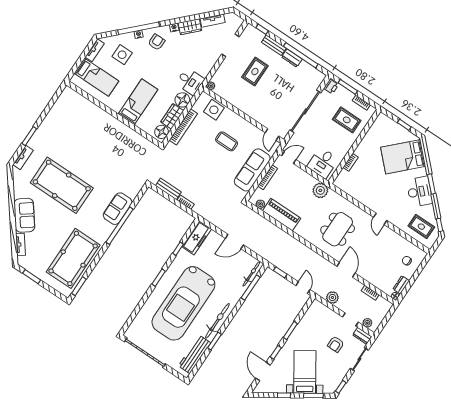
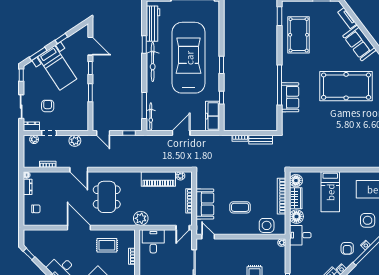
sofa: (252, 170) -> (205, 204), width x0.73
door: (380, 219) -> (79, 228), width x1.87
rug: (421, 227) -> (107, 245), moved
pool table: (73, 258) -> (299, 35), width x0.73, depth x0.76

